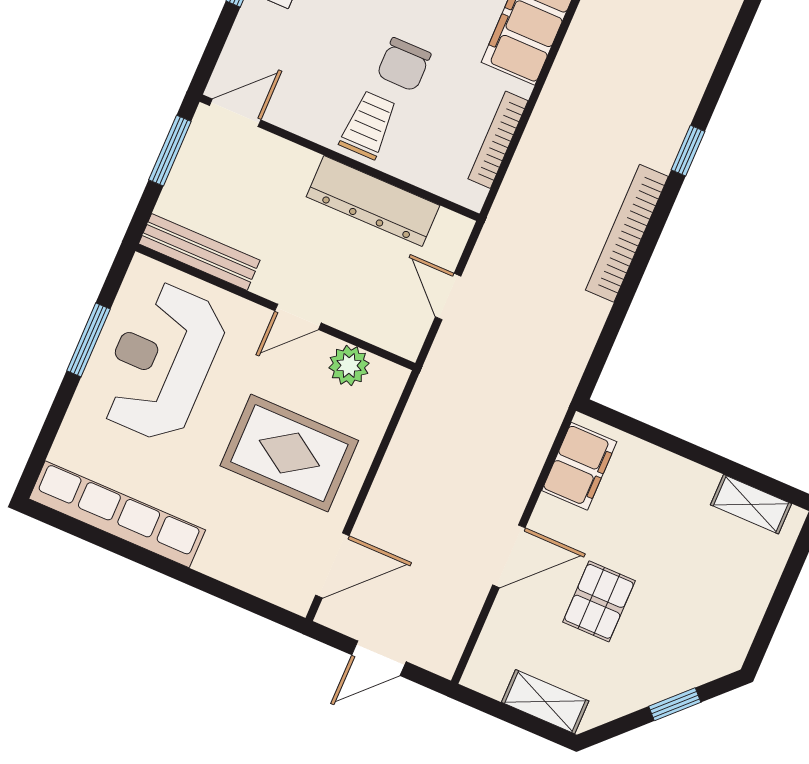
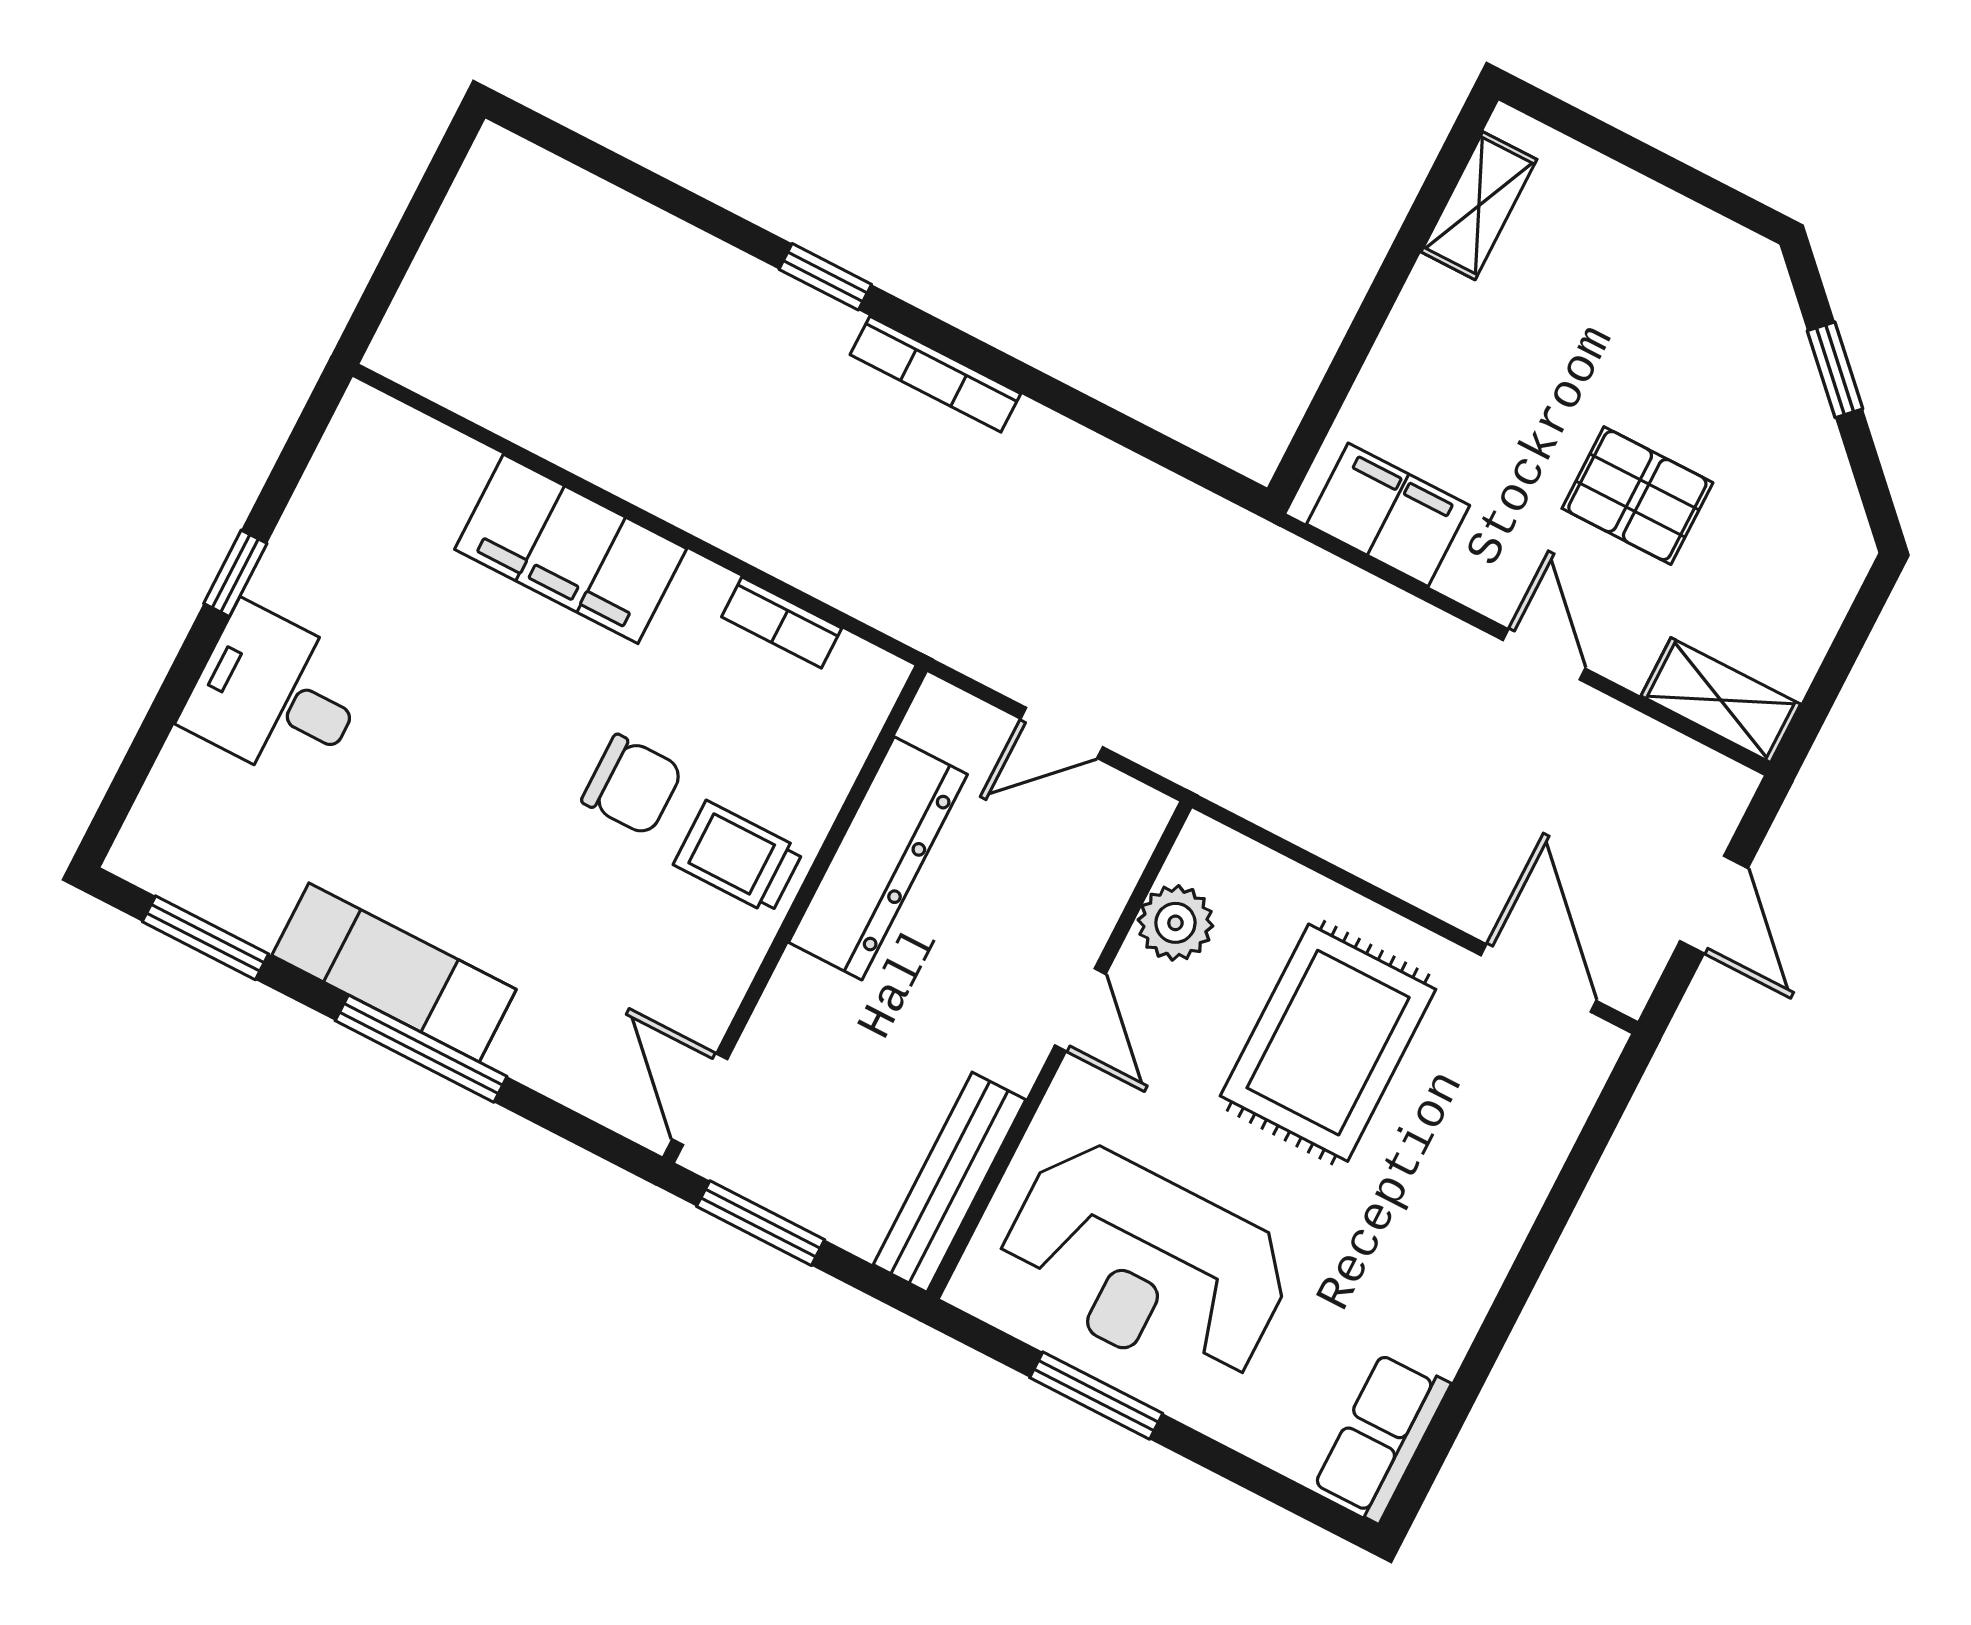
bookcase: (498, 140) -> (782, 622), width x0.64
bookcase: (627, 233) -> (935, 374), width x0.68, depth x0.76
row of seats: (117, 514) -> (1382, 1437), width x0.50
door: (509, 556) -> (1544, 654), width x0.73
shelving: (545, 702) -> (1721, 700), moved, turned 90

